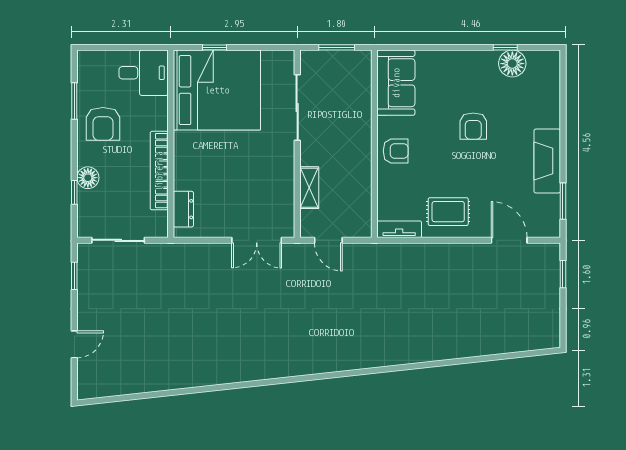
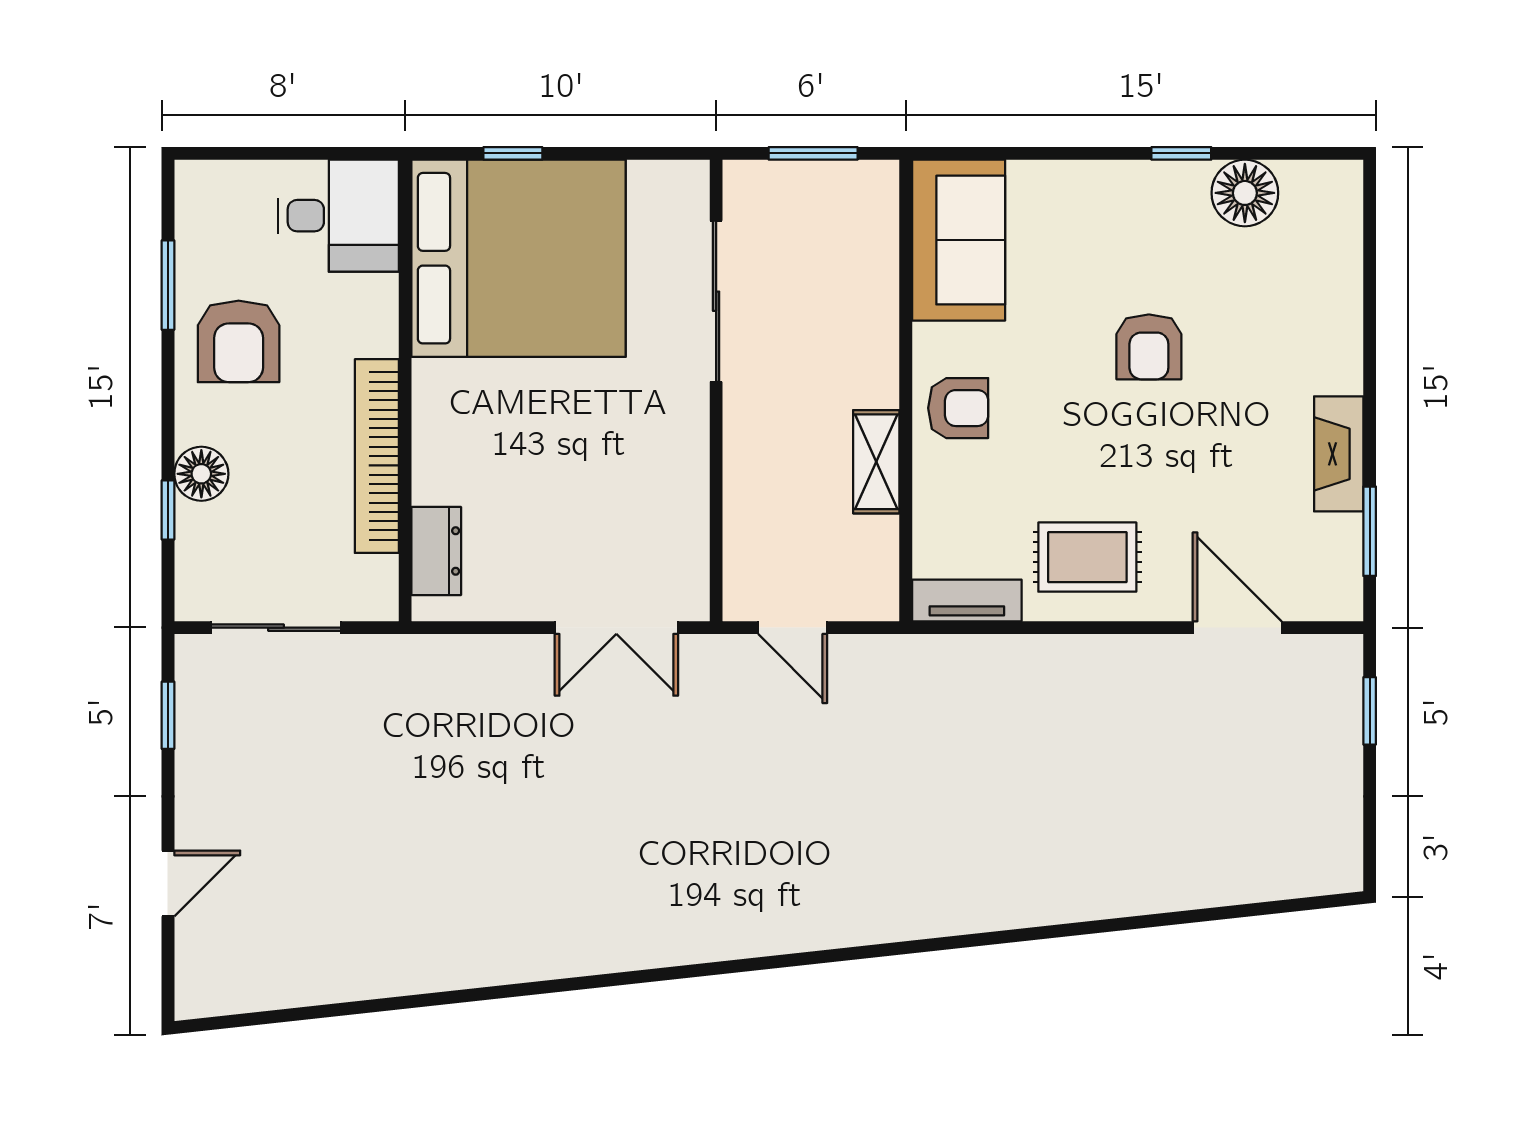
window: (505, 47) -> (1181, 153), moved
fireplace: (547, 161) -> (1339, 454), width x0.73, depth x0.76
shelving: (309, 188) -> (876, 462), moved

